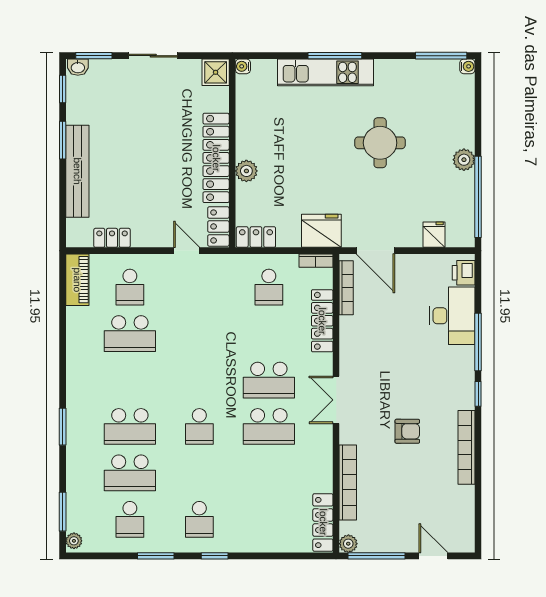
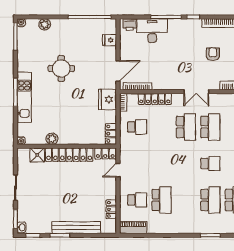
shower: (216, 72) -> (37, 155), moved
plant: (464, 160) -> (45, 24), moved
plant: (246, 171) -> (52, 139), moved

